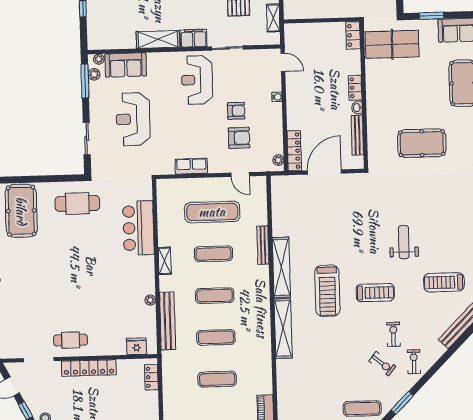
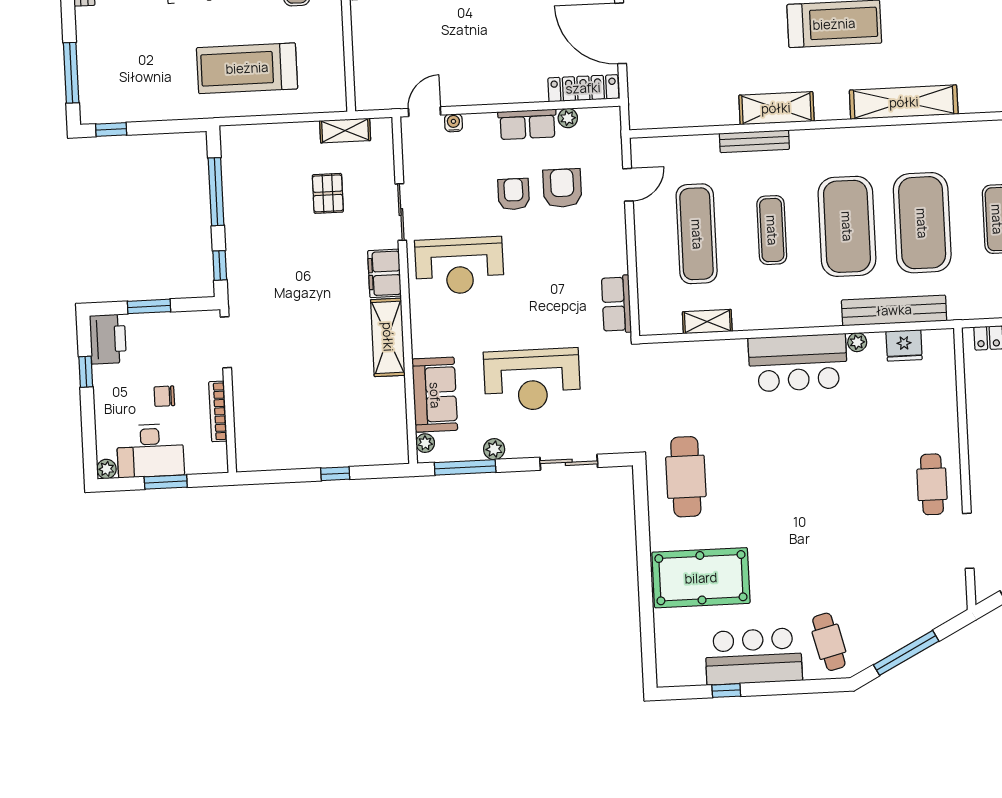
plant: (94, 74) -> (494, 449), moved
water cooler: (277, 97) -> (453, 123), moved
row of seats: (275, 119) -> (527, 124), added
plant: (278, 160) -> (568, 118), moved
row of seats: (191, 166) -> (616, 304), moved
bar counter: (138, 228) -> (798, 363), moved
shelving: (165, 261) -> (707, 322), moved
shelving: (281, 267) -> (776, 108), width x0.68
exercise mat: (215, 296) -> (847, 226), width x2.00, depth x1.45
exercise mat: (216, 337) -> (922, 223), width x2.00, depth x1.45
fridge: (137, 346) -> (904, 345), moved, turned -90
locker: (89, 368) -> (981, 450), removed

